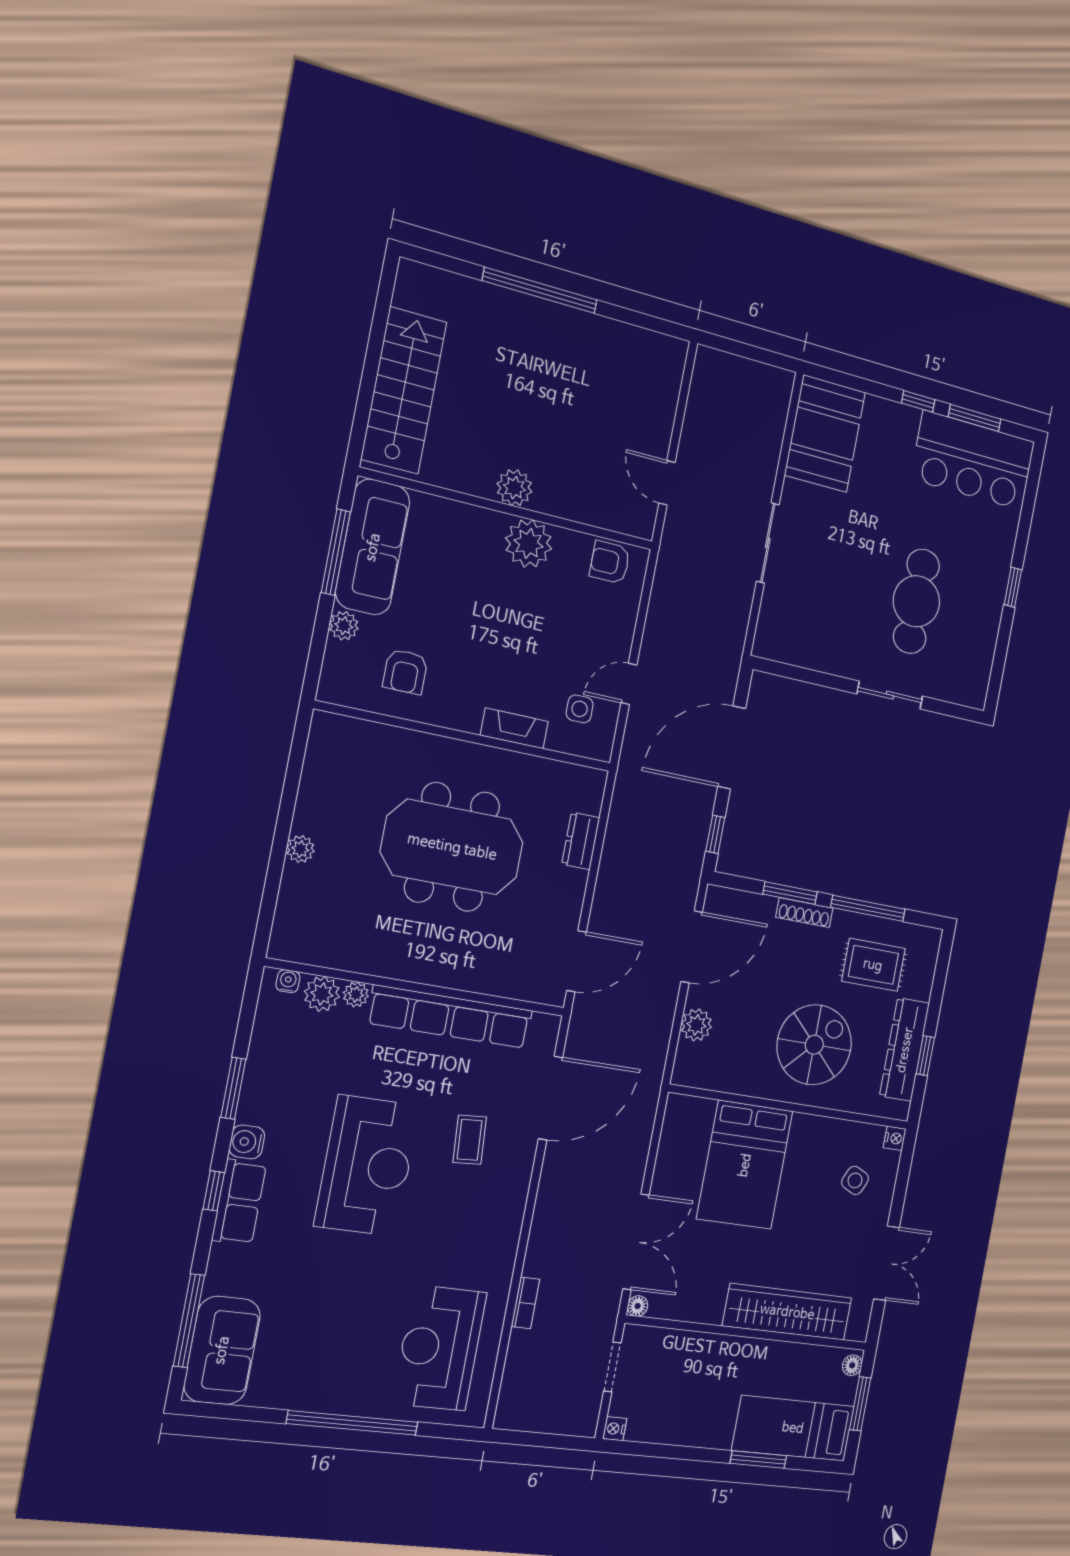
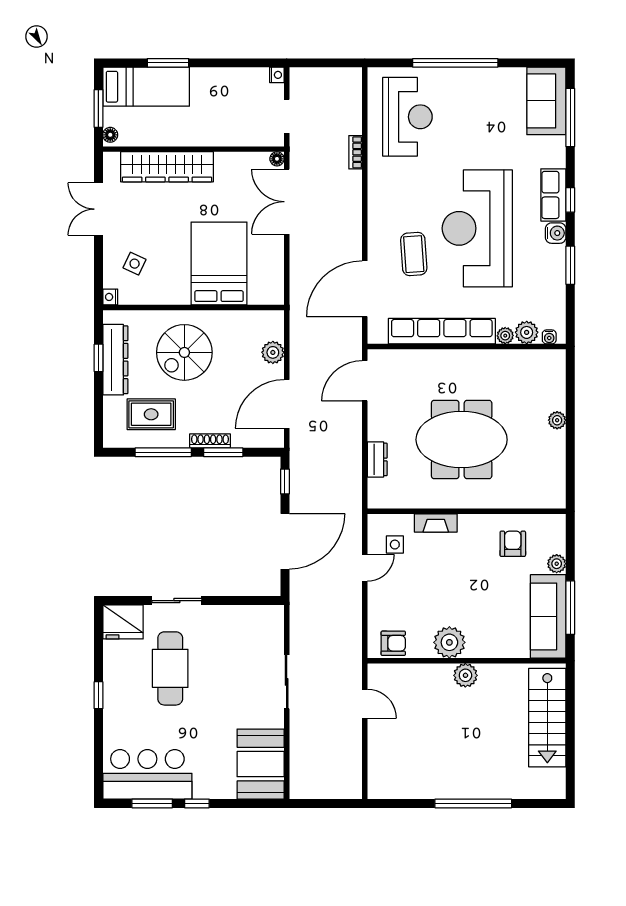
fridge: (964, 681) -> (123, 622), added
coffee table: (470, 1140) -> (414, 254), width x1.36, depth x1.30
reception desk: (367, 1166) -> (477, 228), width x1.36, depth x1.30

